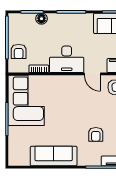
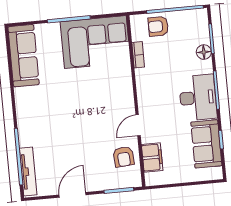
desk: (67, 59) -> (198, 98), moved, turned 180
armchair: (96, 134) -> (60, 137), removed
sofa: (54, 156) -> (24, 56), moved

